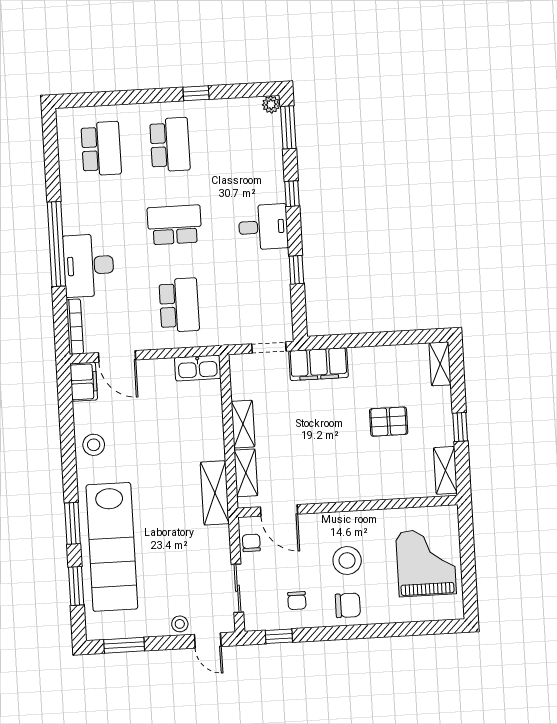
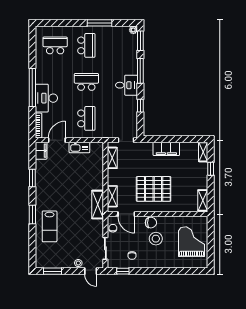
window: (196, 93) -> (100, 23), width x2.17
school desk: (101, 149) -> (55, 45), turned -90
window: (292, 194) -> (140, 71), width x2.17
door: (117, 356) -> (57, 140), swing flipped
filing cabinet: (318, 364) -> (166, 149), moved
kitchen sink: (198, 368) -> (79, 147), moved
pallet: (389, 422) -> (154, 189), moved, width x2.05, depth x2.00
shelving: (243, 424) -> (112, 158), moved
window: (460, 427) -> (211, 169), moved
stool: (94, 445) -> (44, 180), removed
lab bench: (112, 547) -> (50, 226), width x0.54, depth x0.72
window: (76, 586) -> (32, 178), moved
chair: (348, 605) -> (151, 223), moved

